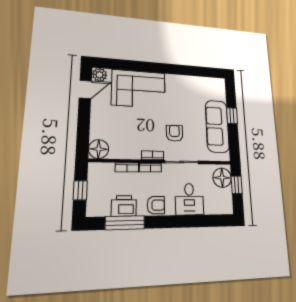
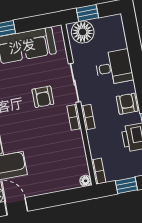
armchair: (174, 133) -> (43, 97), turned -90
floor lamp: (99, 149) -> (86, 181), width x0.53, depth x0.53
bookcase: (127, 167) -> (99, 171), moved

